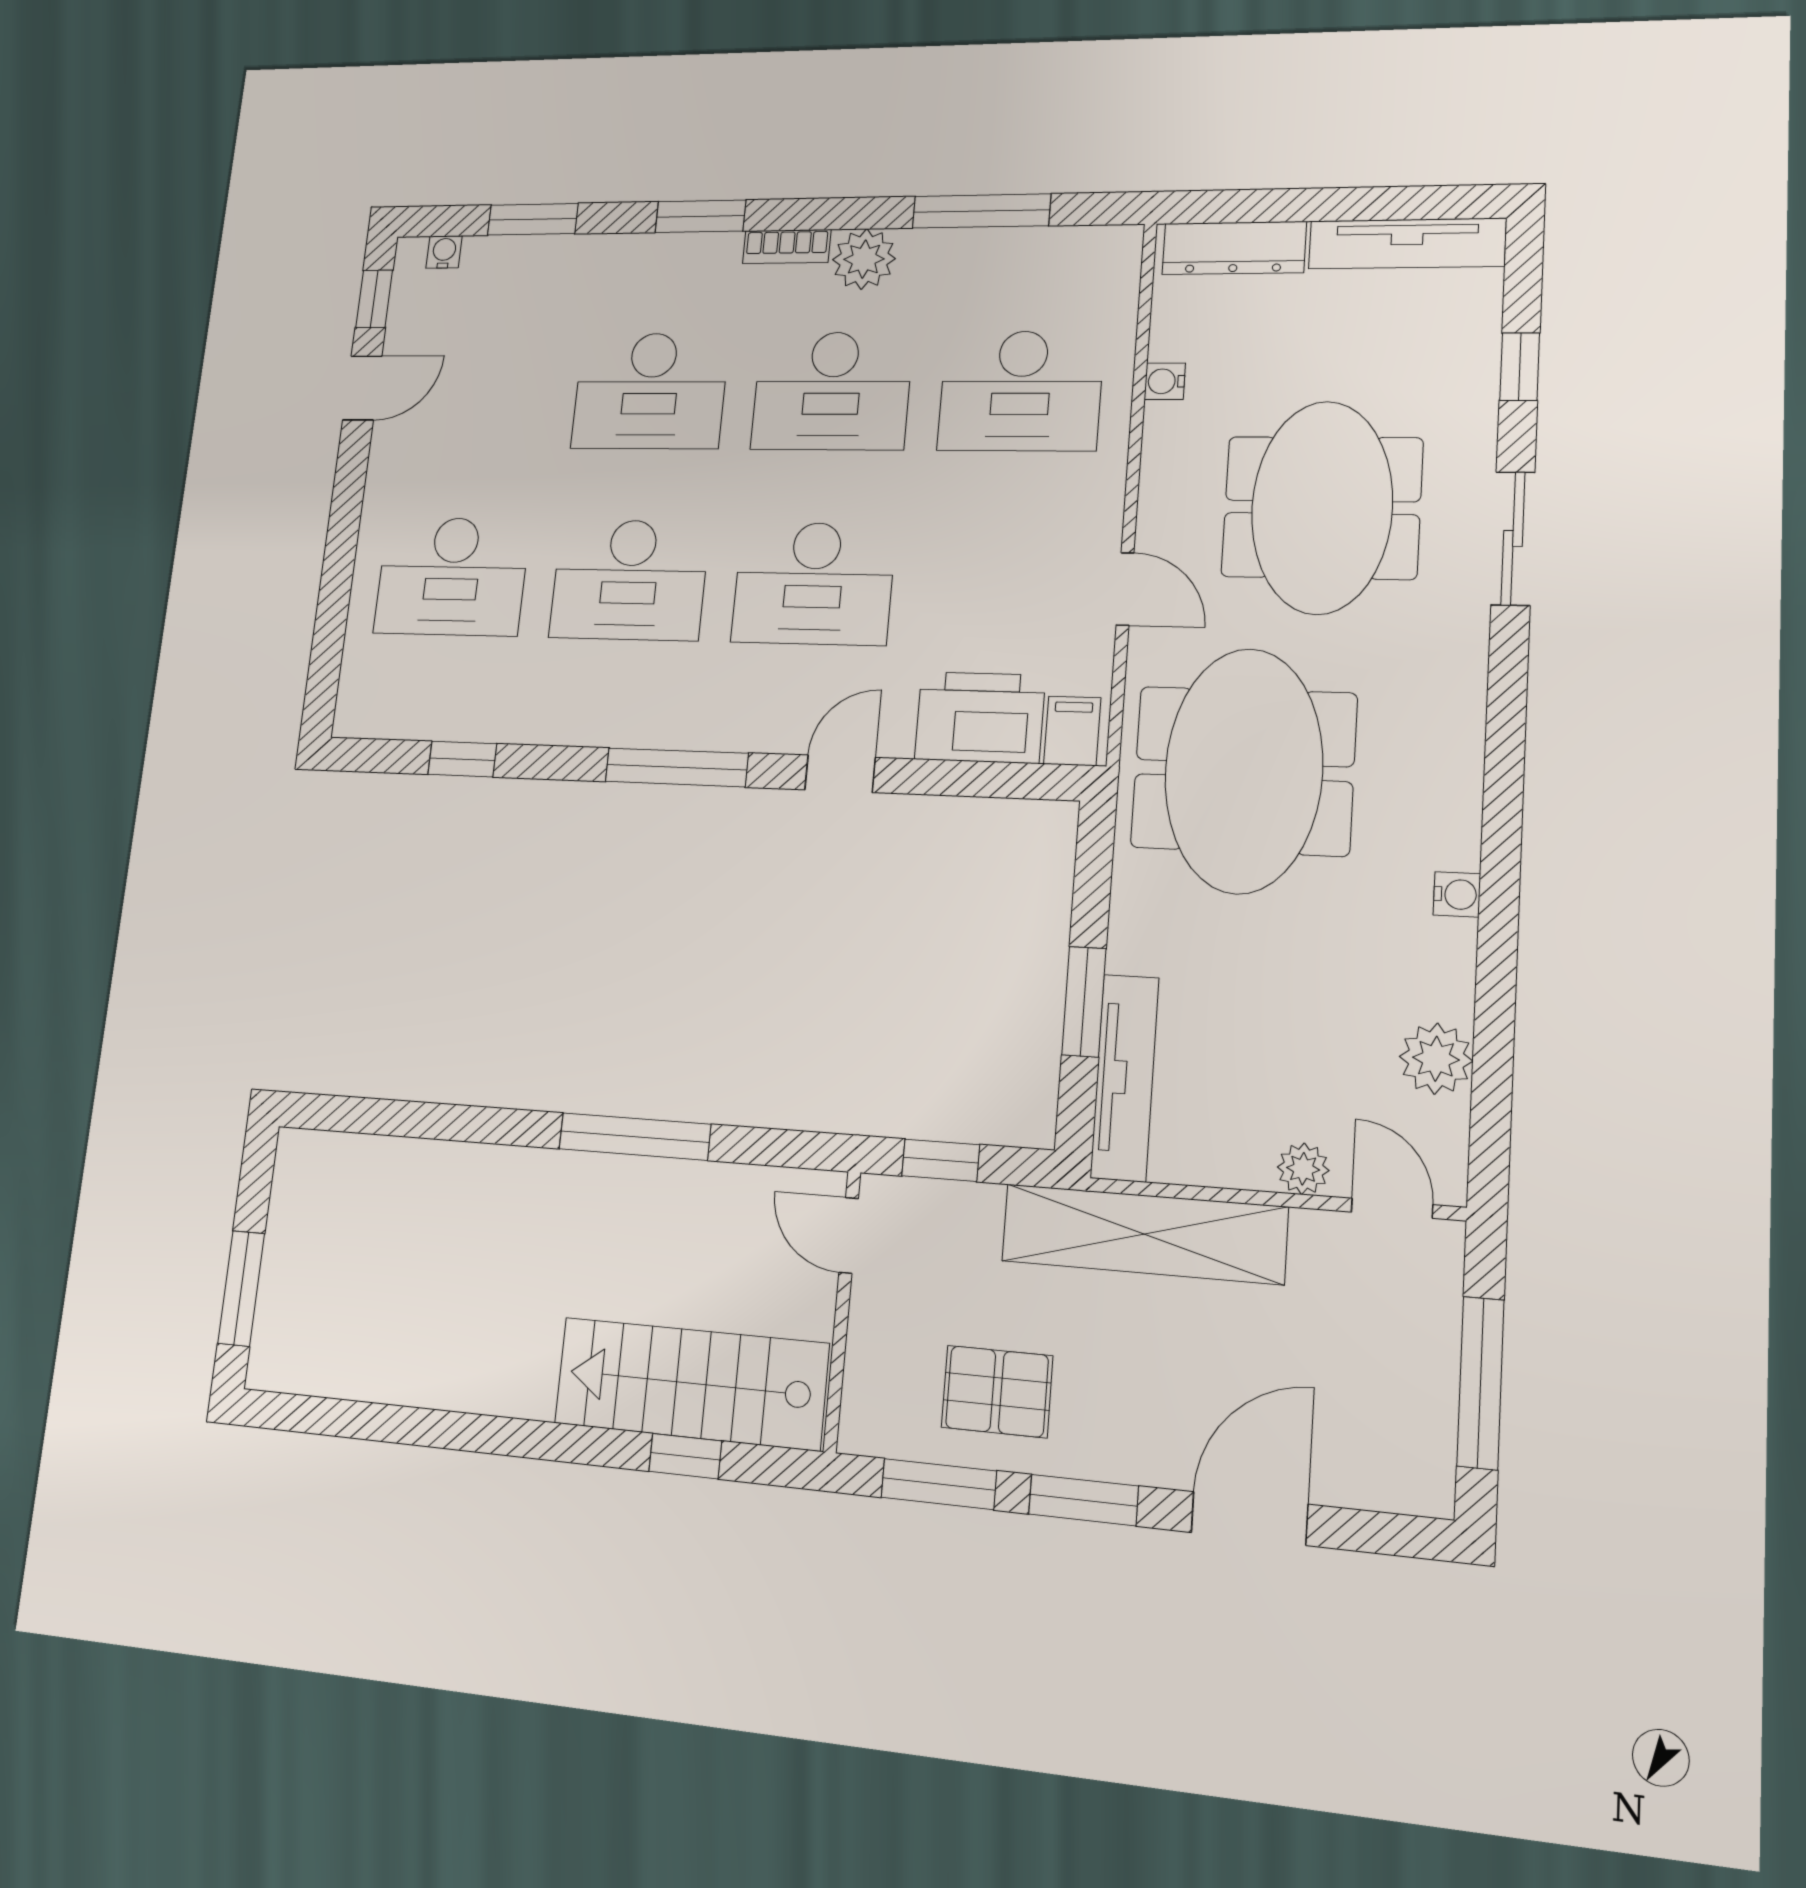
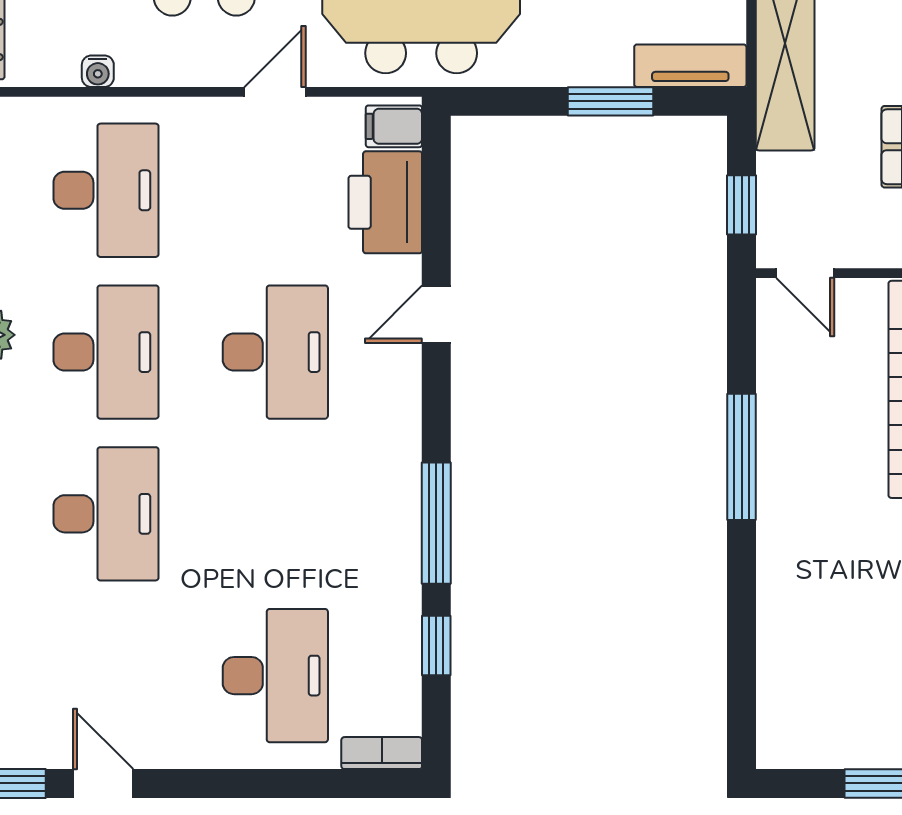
desk: (629, 580) -> (275, 514), removed
bookcase: (354, 693) -> (382, 753), added
window: (677, 767) -> (436, 523), moved
door: (840, 774) -> (436, 314), hinge flipped
tv unit: (1125, 1077) -> (690, 66), width x0.71
door: (849, 1235) -> (805, 273), hinge flipped

